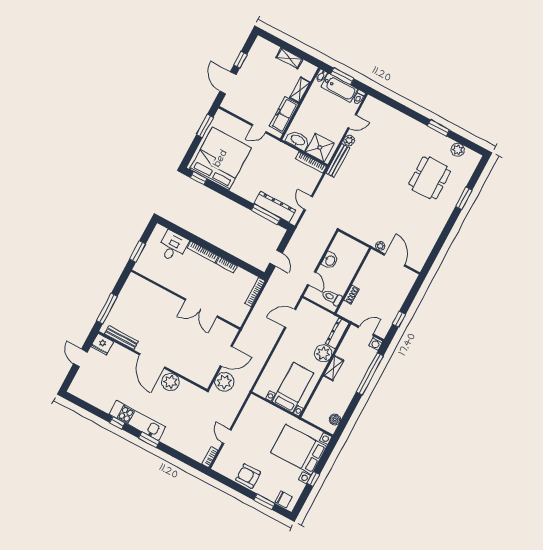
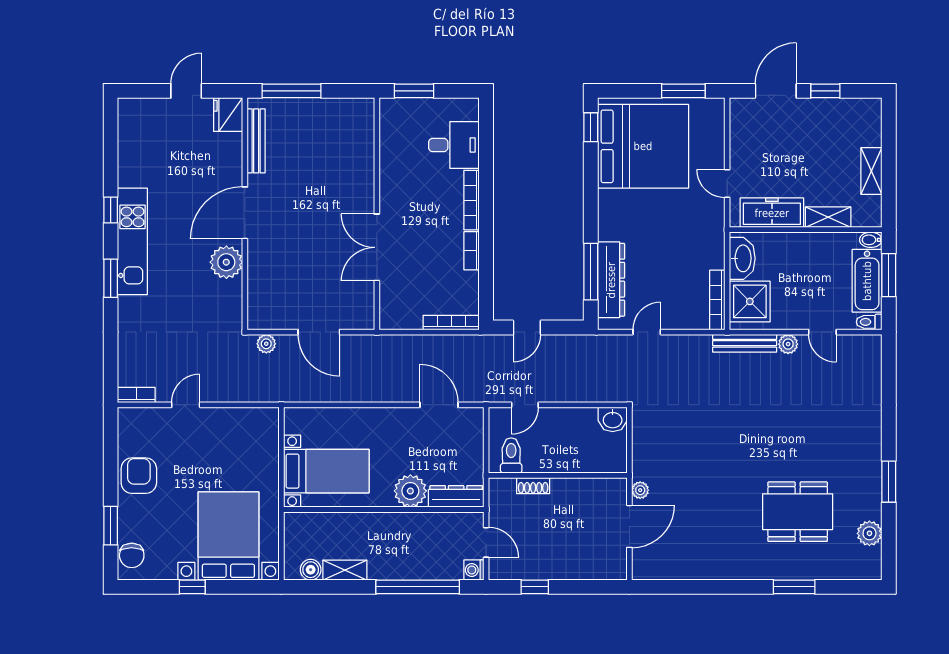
washbasin: (330, 260) -> (613, 419), moved
shelving: (334, 368) -> (345, 570), moved
plant: (224, 382) -> (266, 344), width x0.53, depth x0.53

